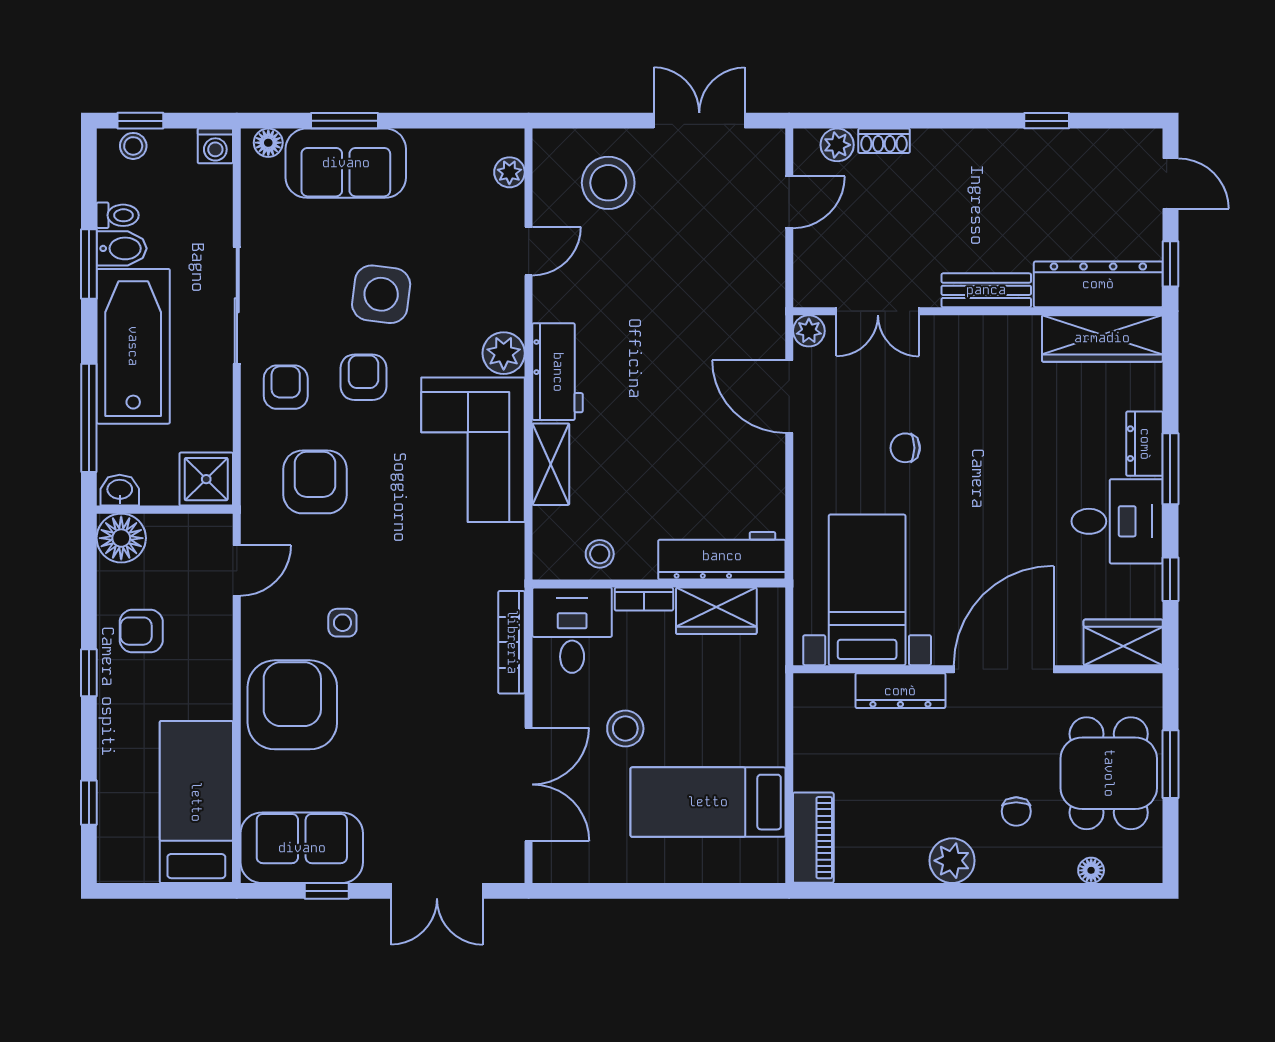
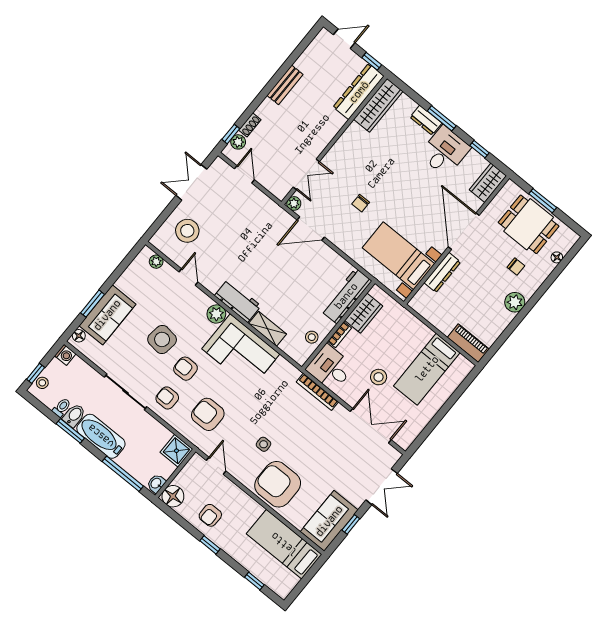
window: (1047, 121) -> (231, 134), moved
bench: (986, 290) -> (285, 85), moved
bathtub: (133, 346) -> (101, 436), width x0.73, depth x0.73

